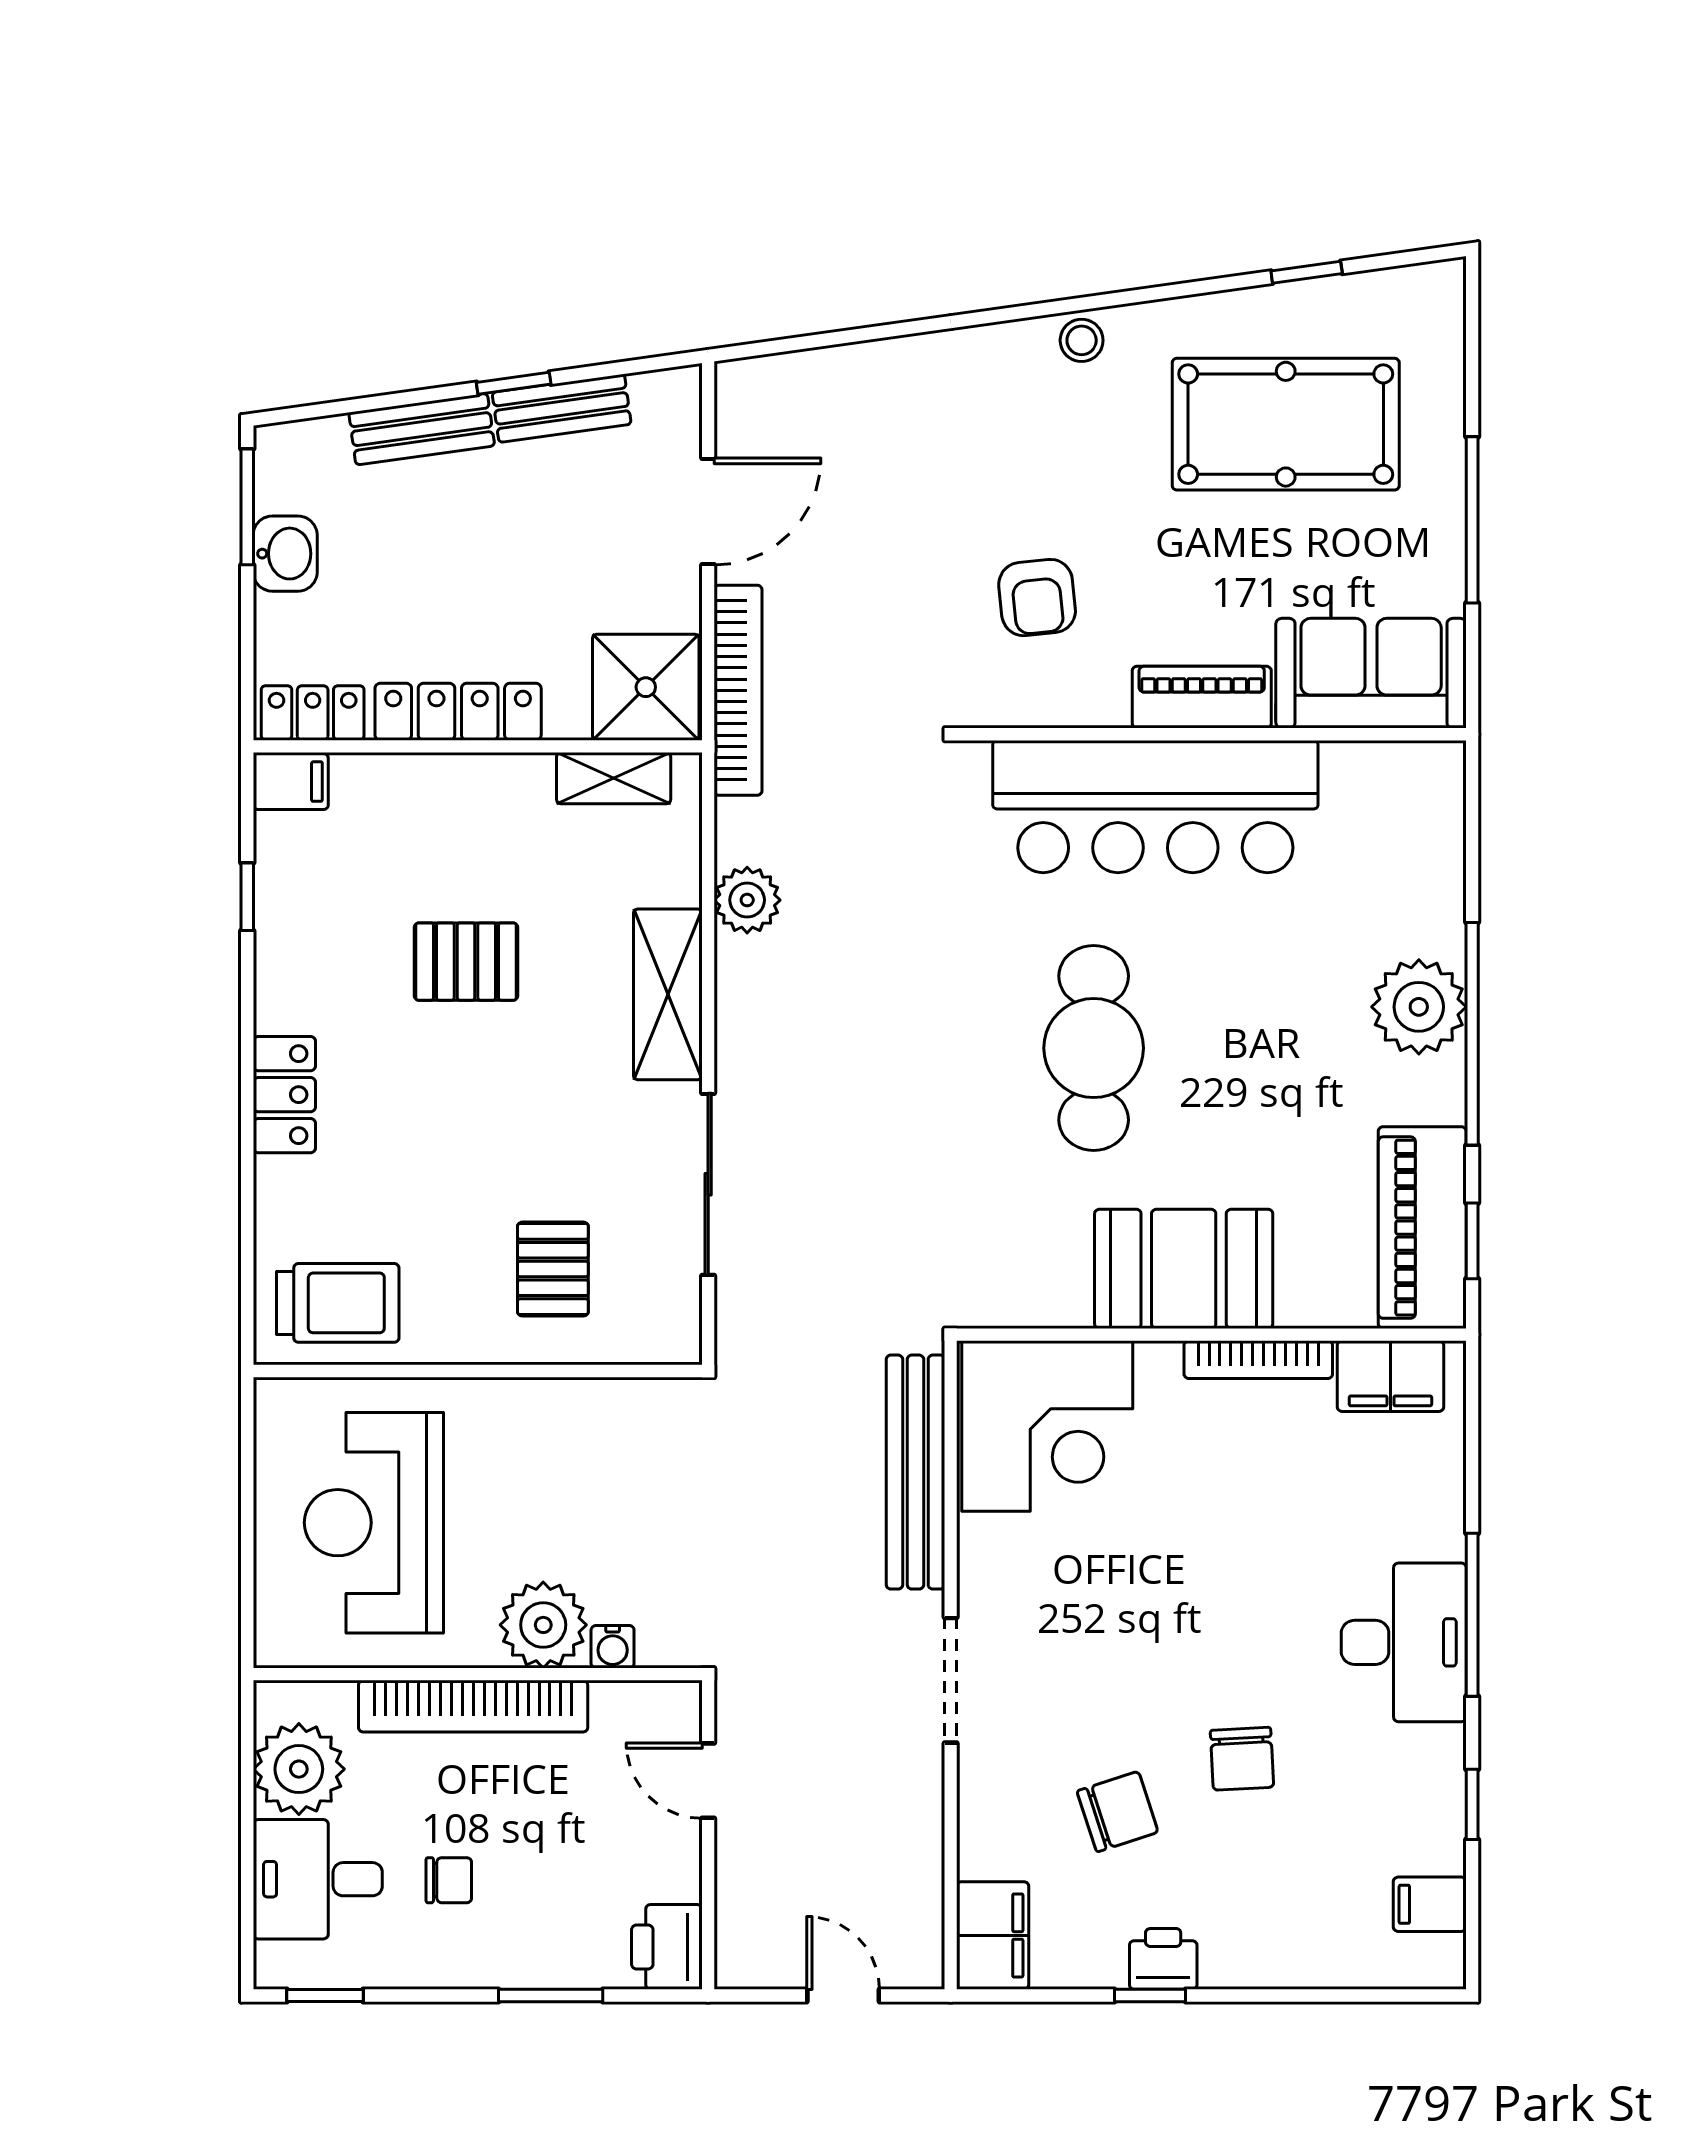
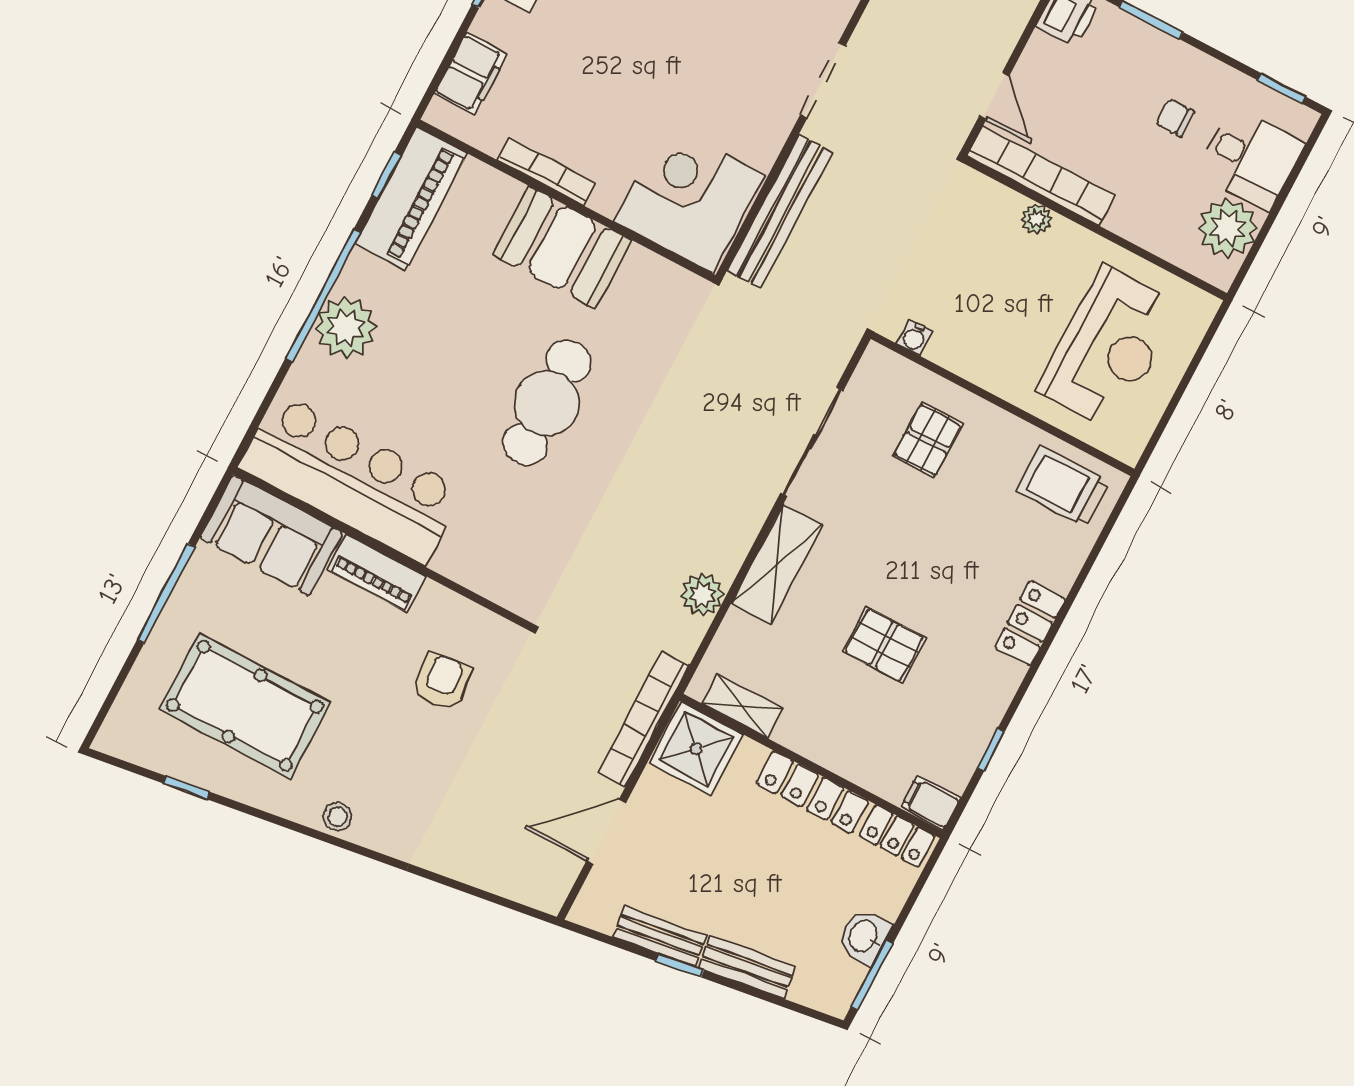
bar counter: (1155, 807) -> (351, 479), moved
filing cabinet: (1390, 1376) -> (471, 74), moved, turned 90
plant: (543, 1625) -> (1037, 219), width x0.53, depth x0.53
water cooler: (613, 1647) -> (914, 337), moved, turned 180
bookcase: (473, 1706) -> (1041, 176), moved

